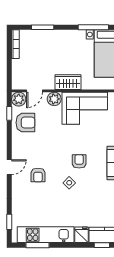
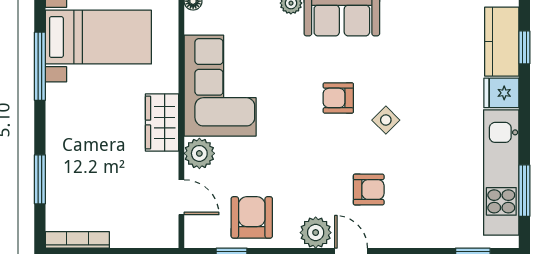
plant: (19, 99) -> (316, 233), moved

